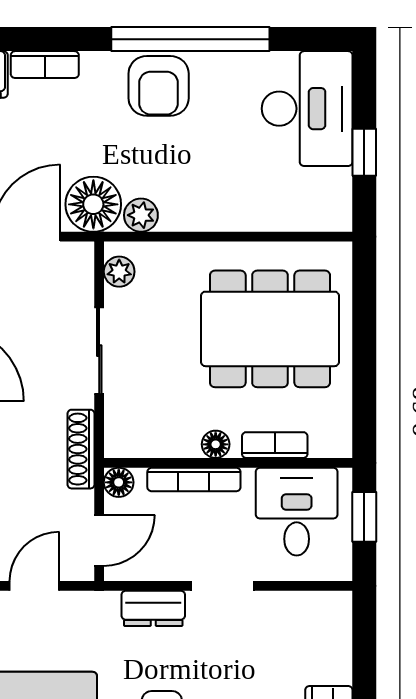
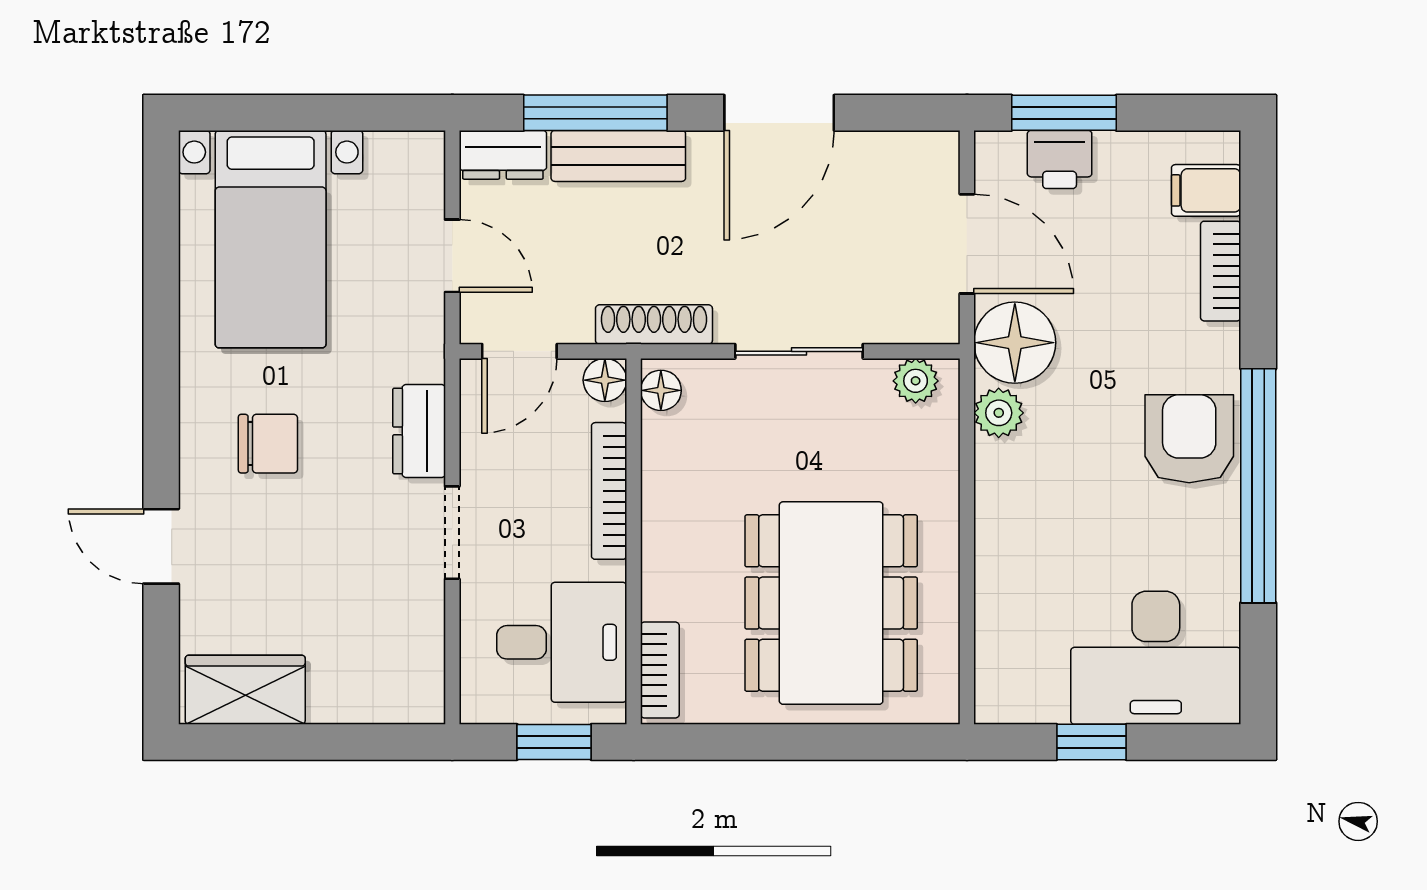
armchair: (159, 86) -> (1189, 439), turned 90
floor lamp: (216, 444) -> (661, 390), moved
bookcase: (275, 445) -> (660, 670), moved
door: (99, 540) -> (519, 351), hinge flipped

